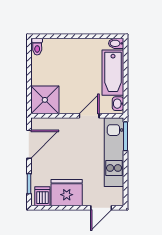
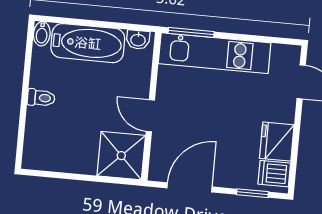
toilet: (37, 47) -> (41, 98), moved
door: (89, 116) -> (150, 116), moved
door: (29, 144) -> (189, 187), hinge flipped
fridge: (67, 193) -> (277, 142), width x0.73, depth x0.75

